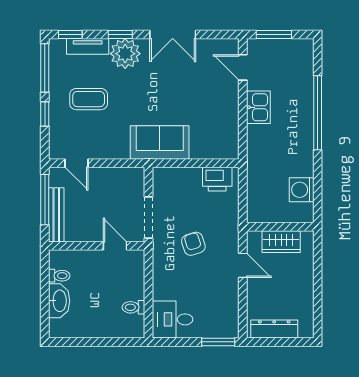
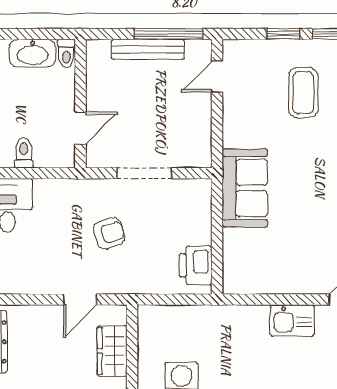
wall: (97, 246) -> (80, 104), moved
door: (115, 246) -> (80, 128), moved

